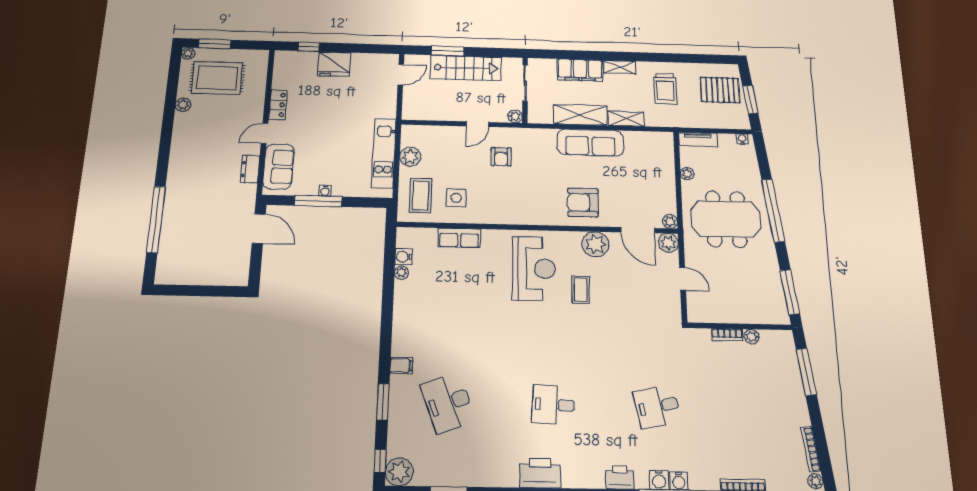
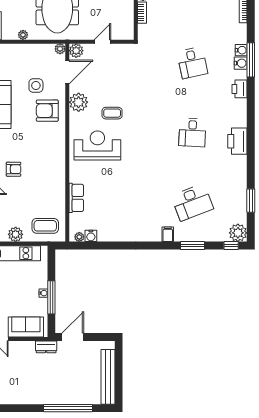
dresser: (250, 169) -> (46, 347), moved
side table: (456, 198) -> (36, 85), moved
armchair: (583, 202) -> (47, 111), turned 90
plant: (401, 273) -> (79, 237), moved
bench: (196, 276) -> (108, 377), added

